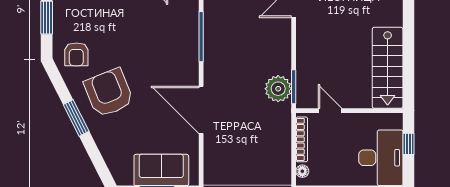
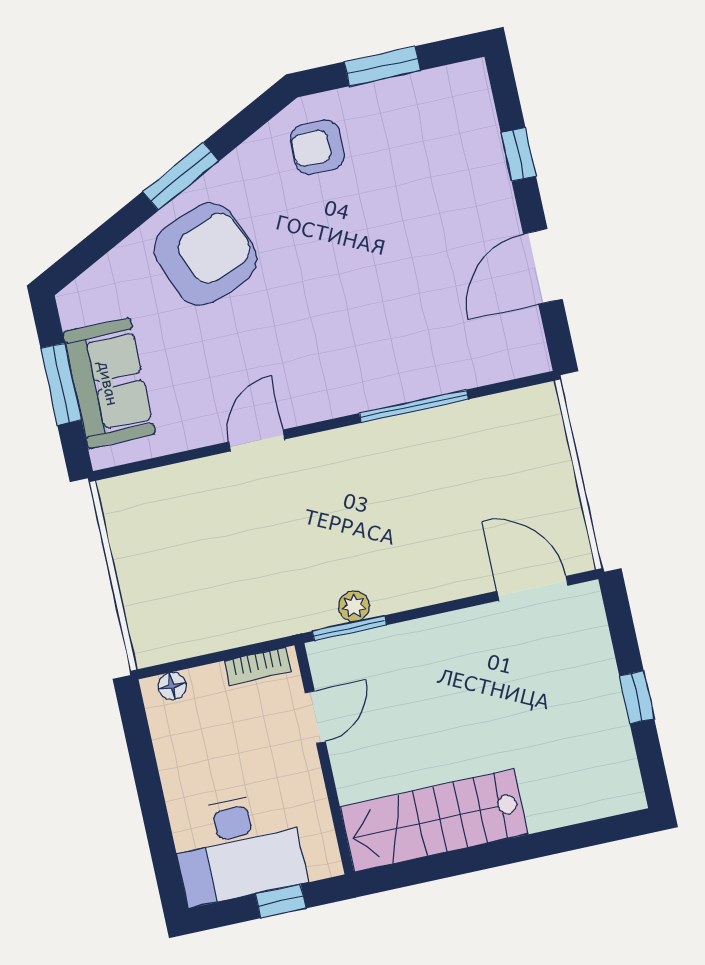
plant: (278, 89) -> (354, 606), width x0.53, depth x0.53
armchair: (109, 93) -> (205, 254), moved
door: (201, 110) -> (257, 441), width x0.53
bookcase: (302, 139) -> (258, 666), width x0.64

